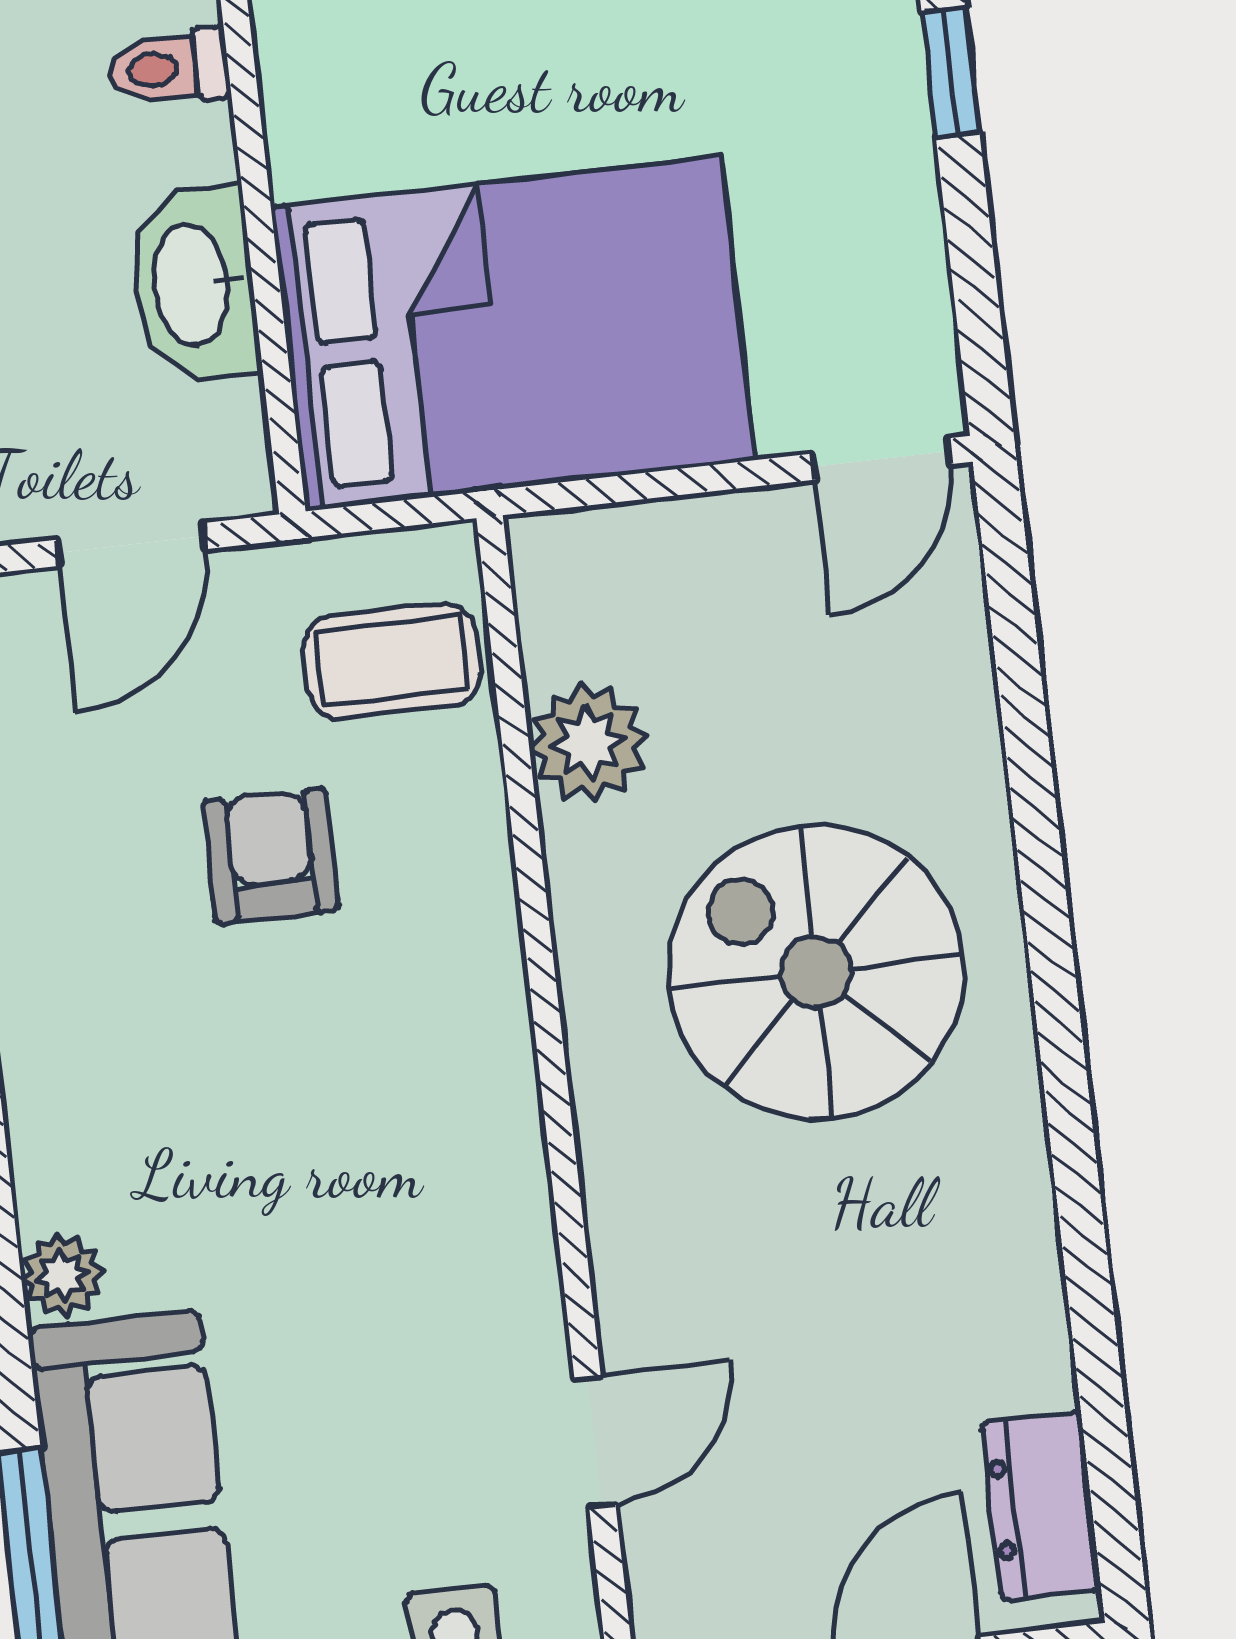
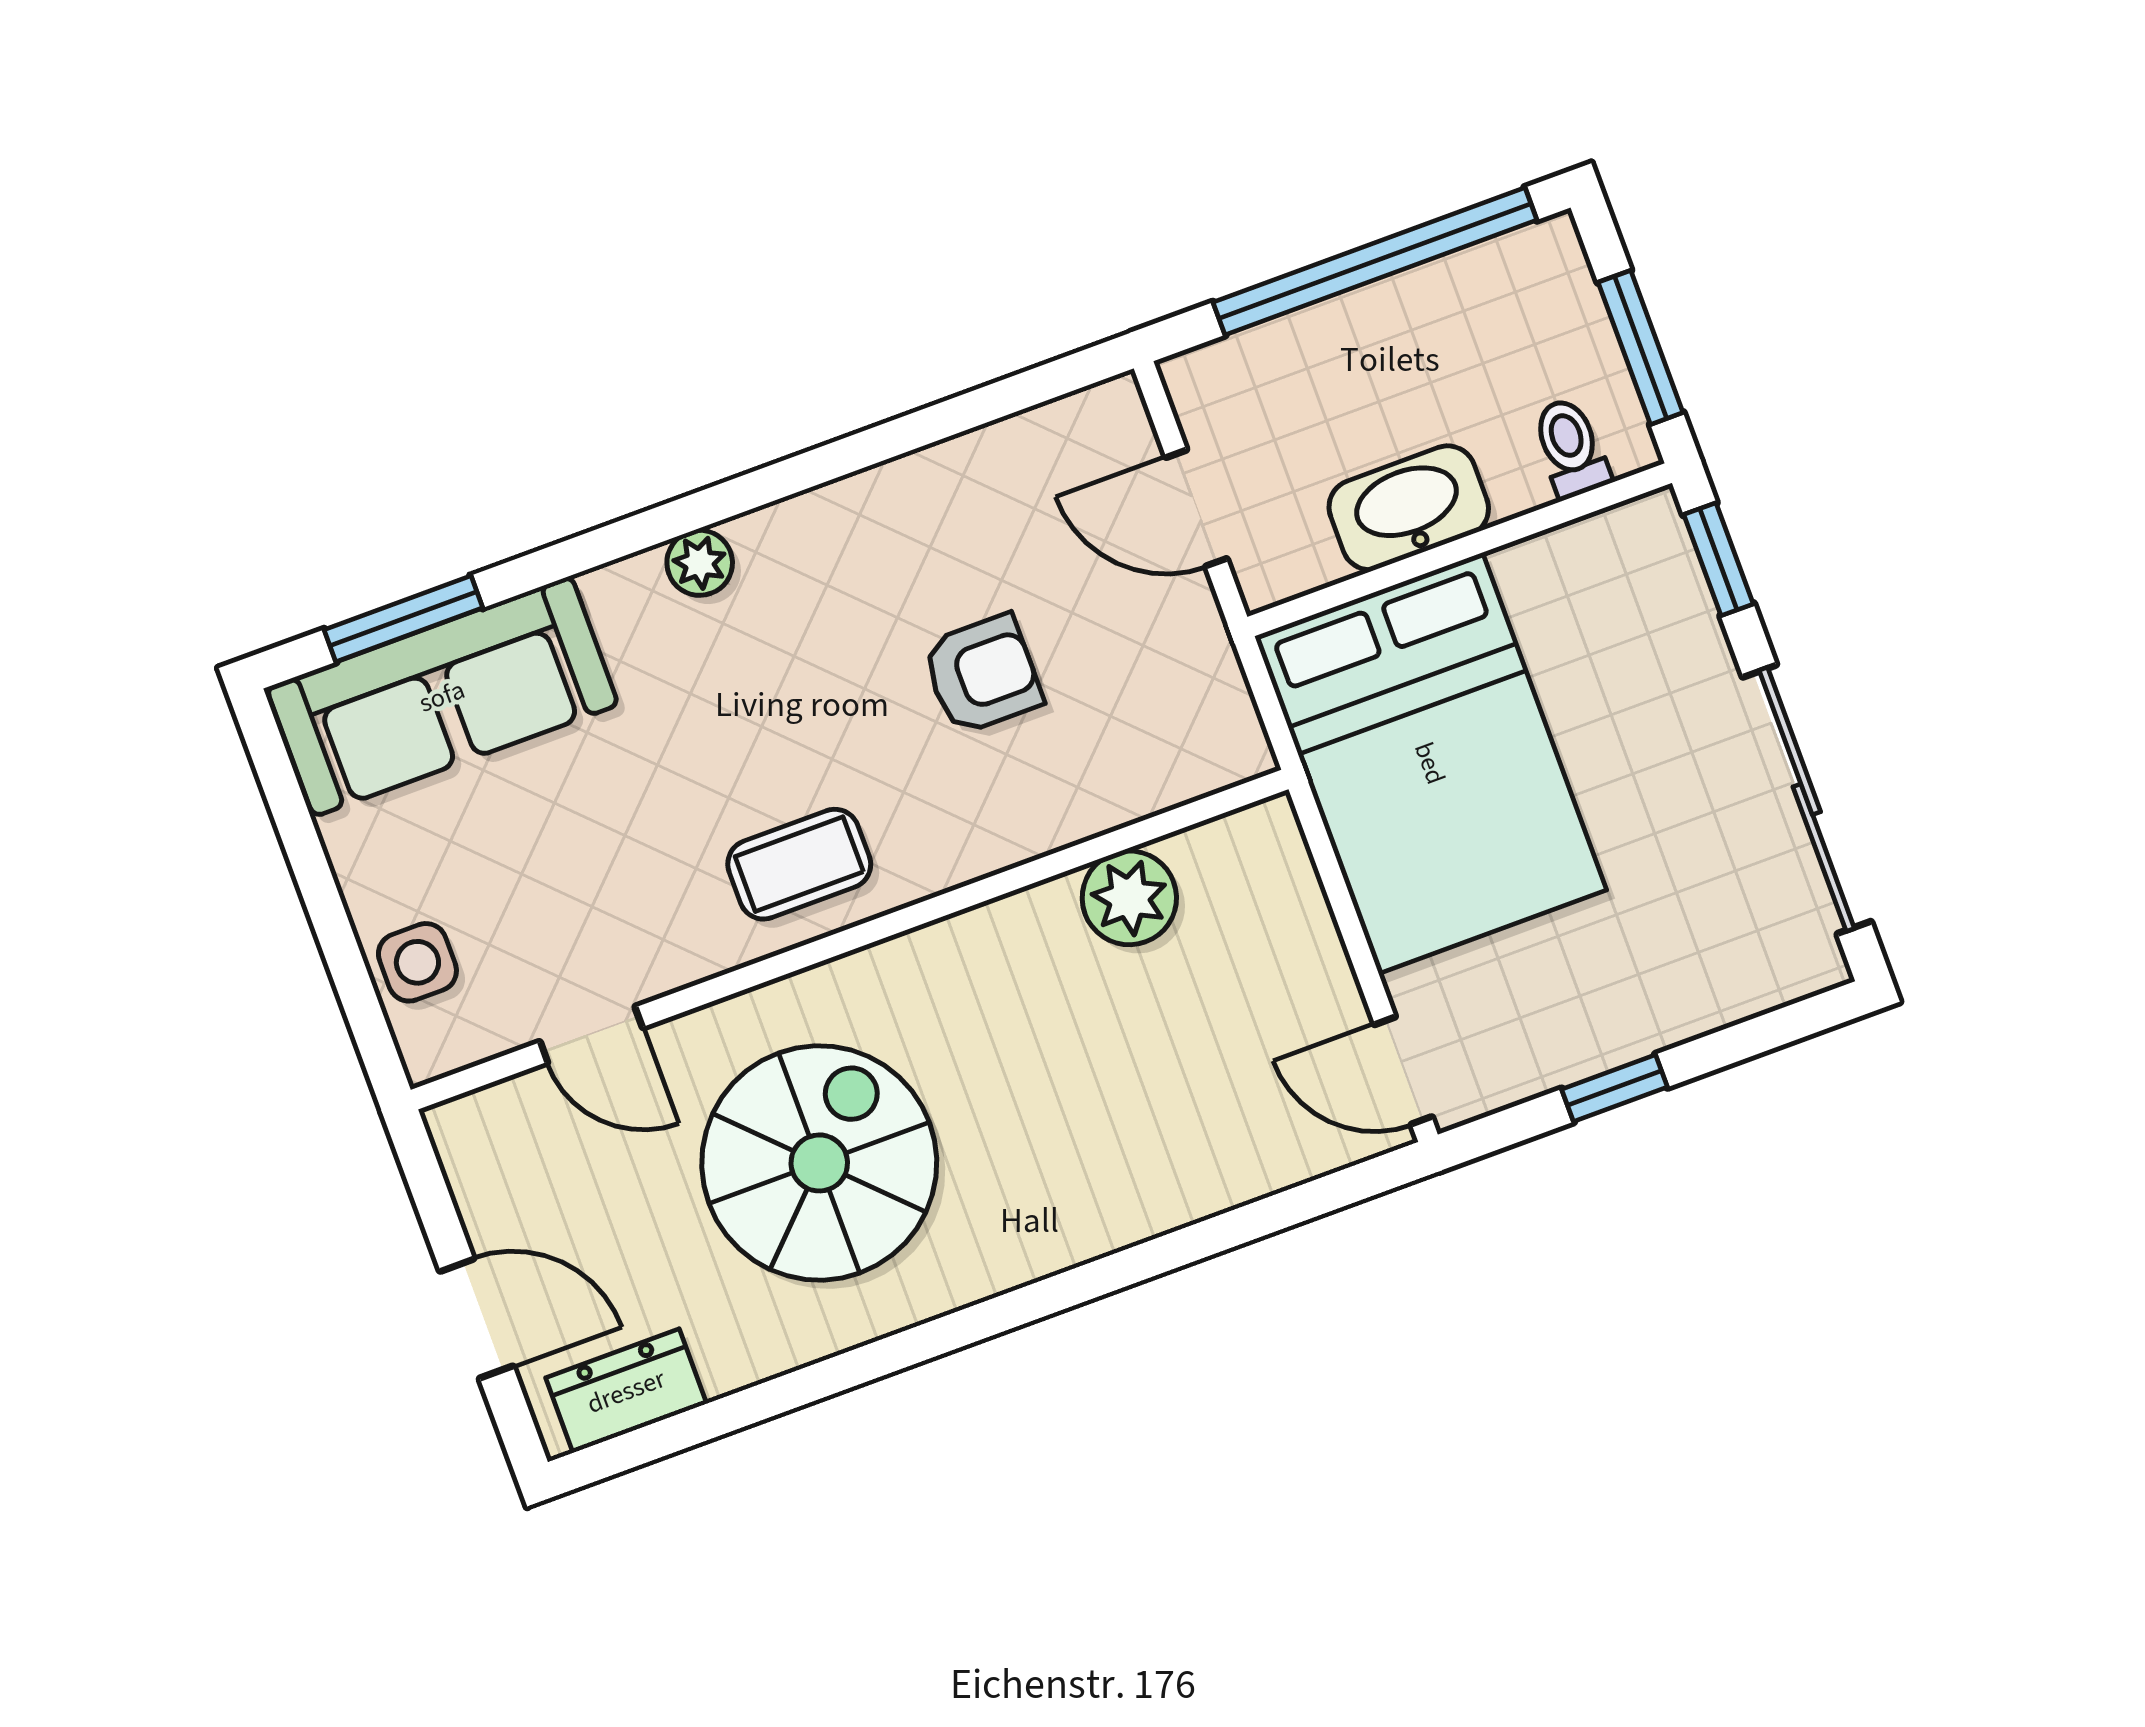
window: (950, 71) -> (1615, 1088), moved
coffee table: (392, 661) -> (799, 864), moved, turned 90
spiral stairs: (816, 972) -> (819, 1163), moved
plant: (62, 1275) -> (700, 563), moved

